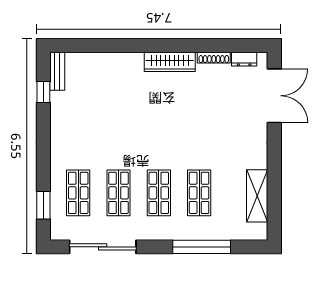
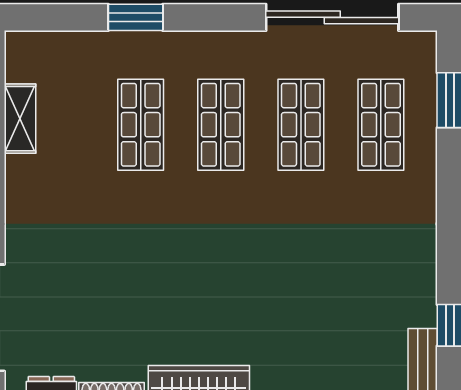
shelving: (257, 196) -> (20, 119), width x0.67, depth x0.75
window: (202, 247) -> (136, 17), width x0.47

